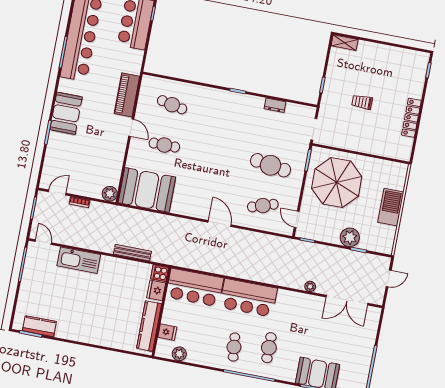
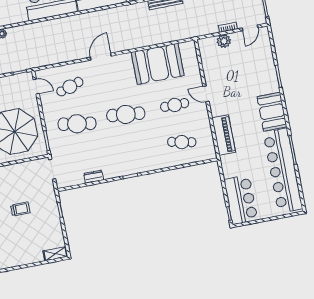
booth: (66, 113) -> (272, 112), moved
door: (131, 128) -> (206, 94), moved
cafe table: (217, 155) -> (126, 114), added
booth: (147, 190) -> (158, 64), moved
plant: (110, 194) -> (224, 41), moved
door: (220, 223) -> (101, 57), swing flipped

